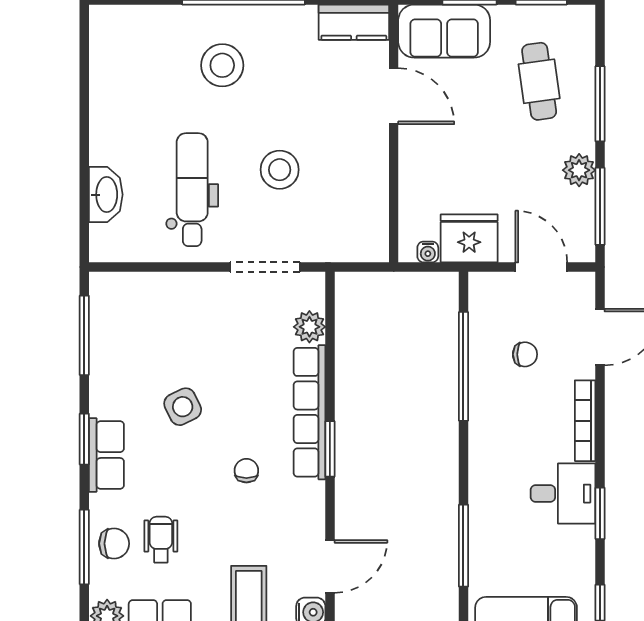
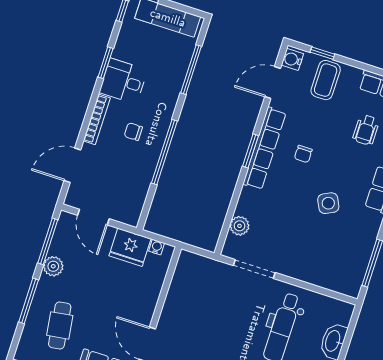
stool: (280, 170) -> (227, 323), removed
chair: (525, 354) -> (133, 132), moved
window: (463, 366) -> (164, 152), moved
row of seats: (310, 412) -> (264, 148), moved

